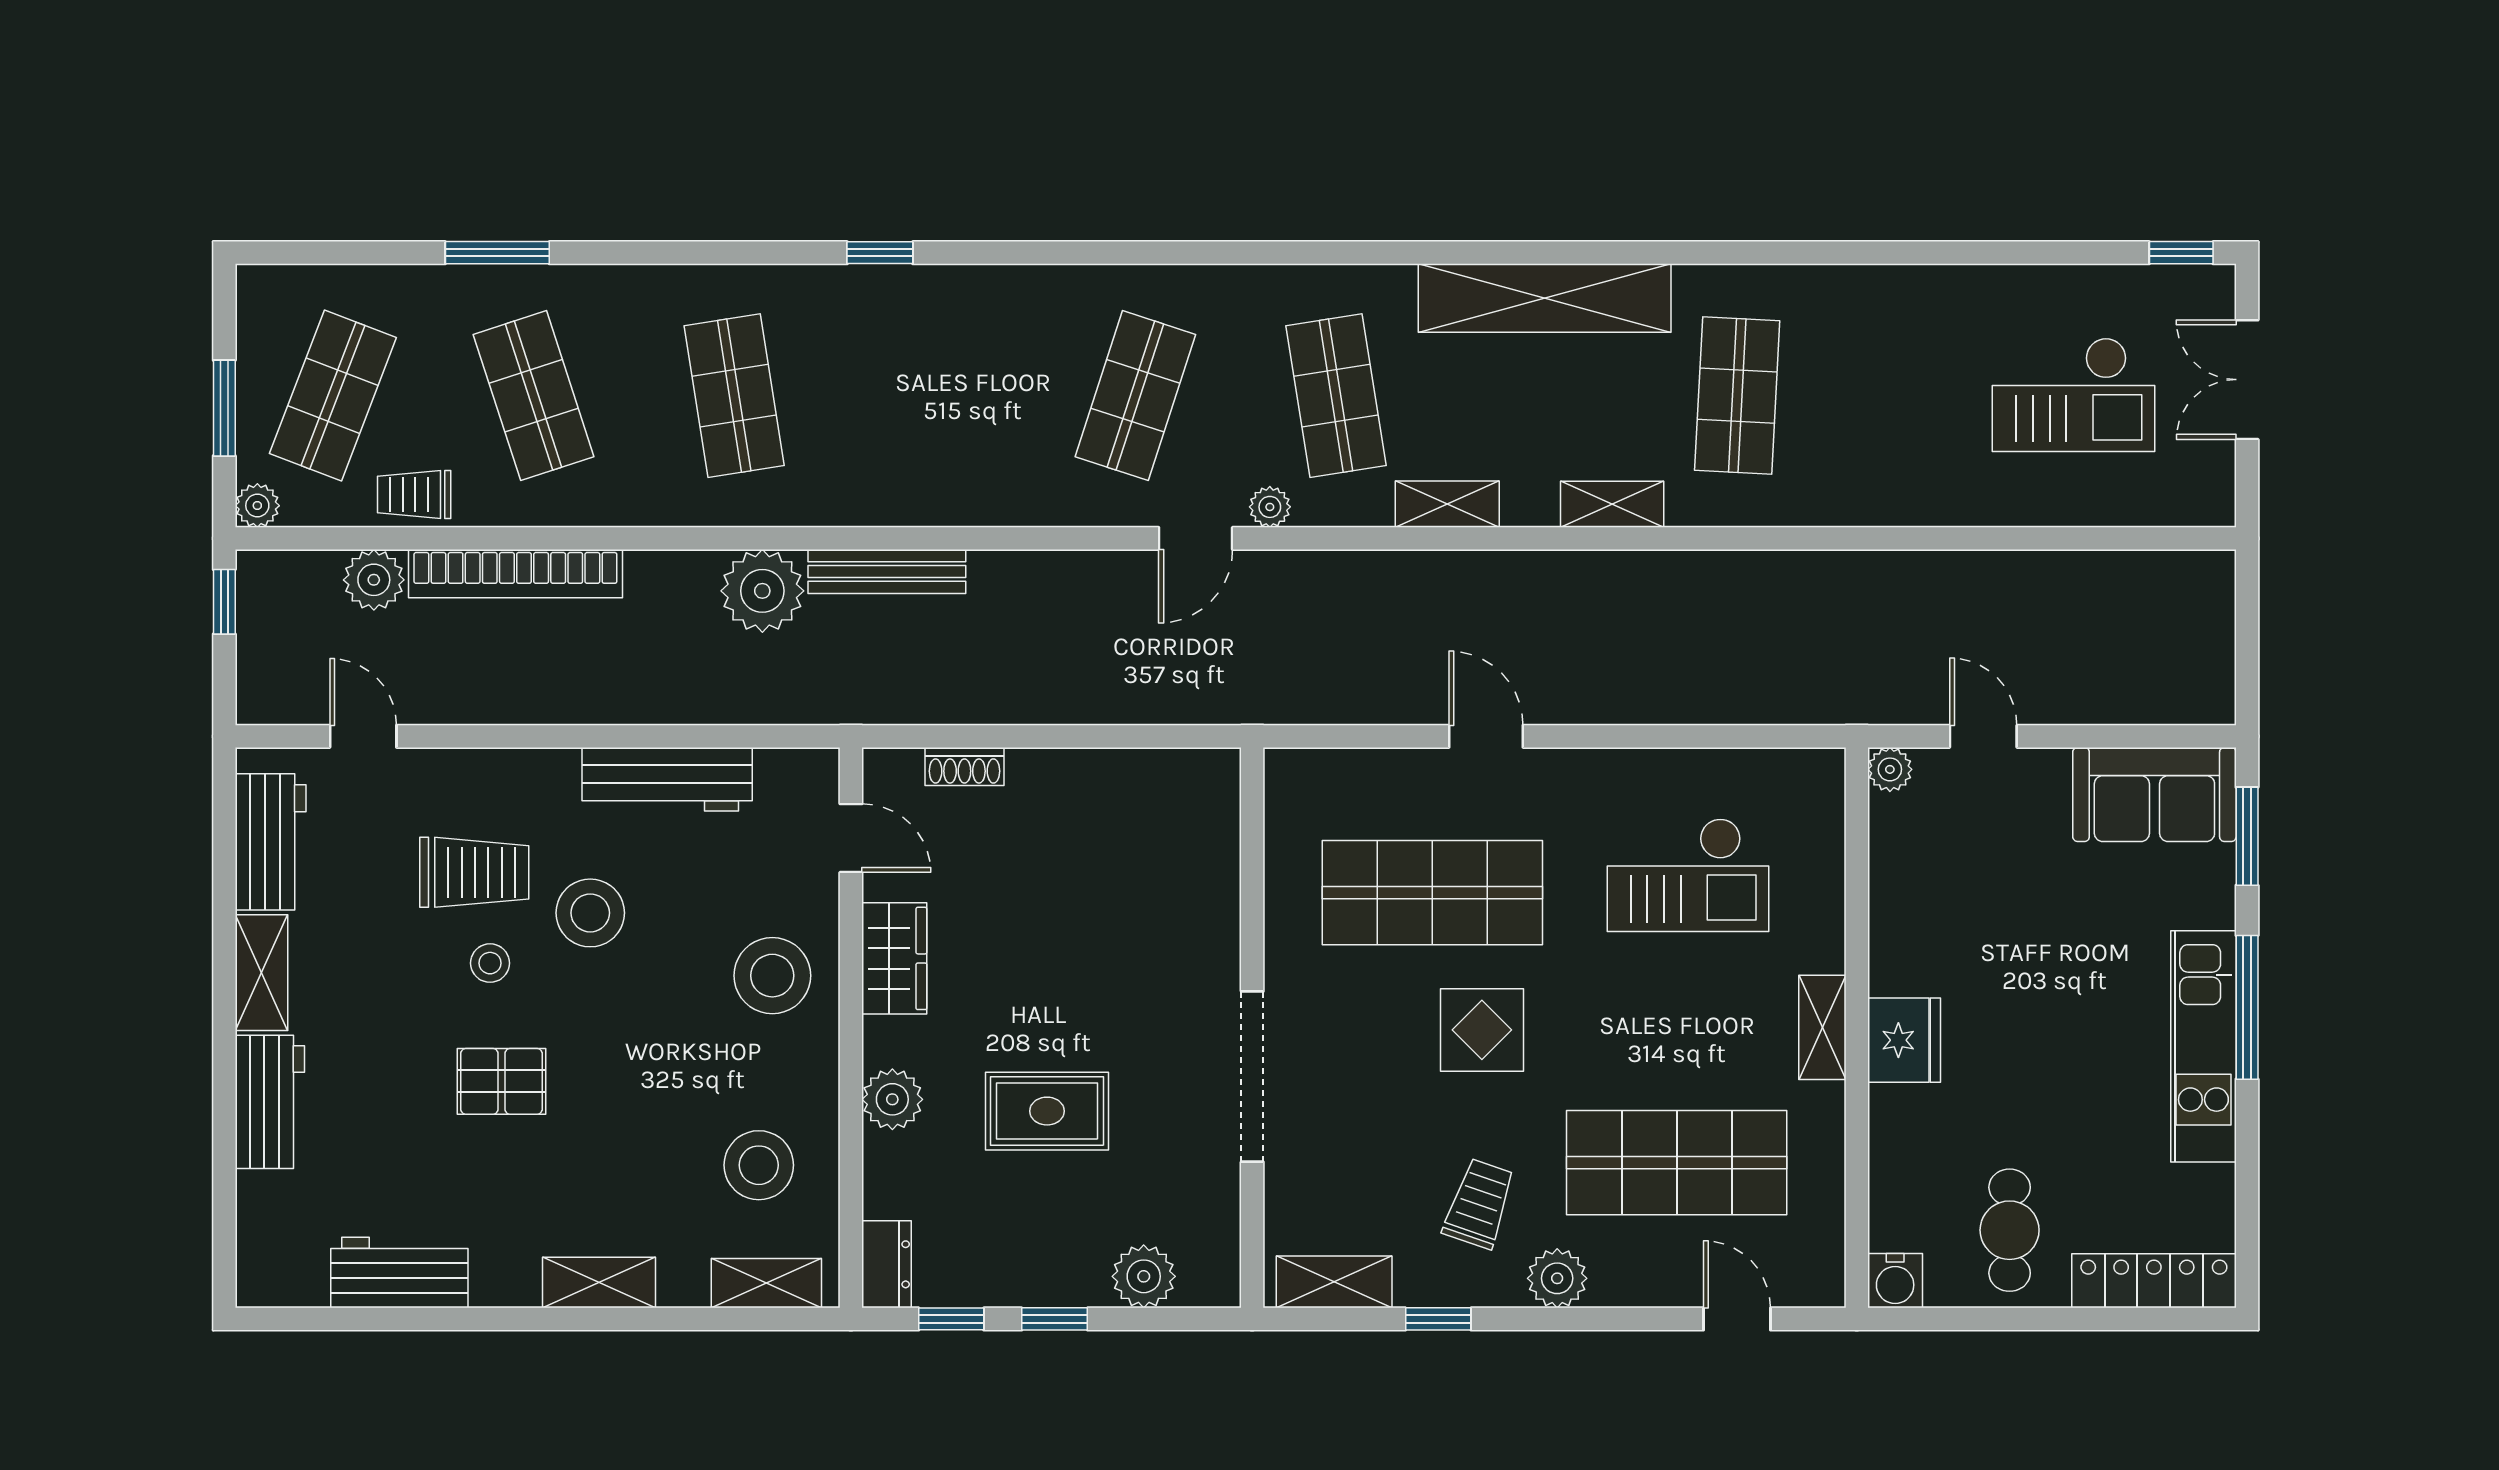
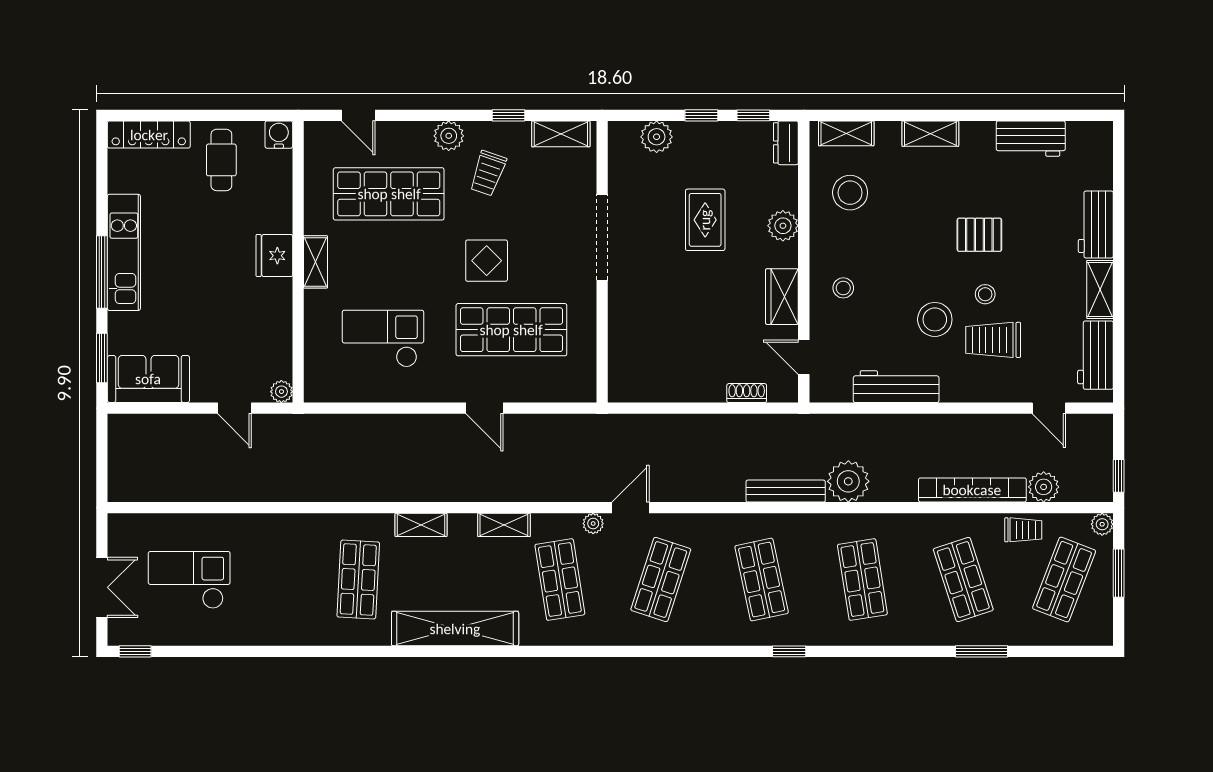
shop shelf: (935, 396) -> (762, 580), added
stool: (772, 976) -> (843, 288), width x0.53, depth x0.53
rug: (1047, 1111) -> (705, 220), turned 90

